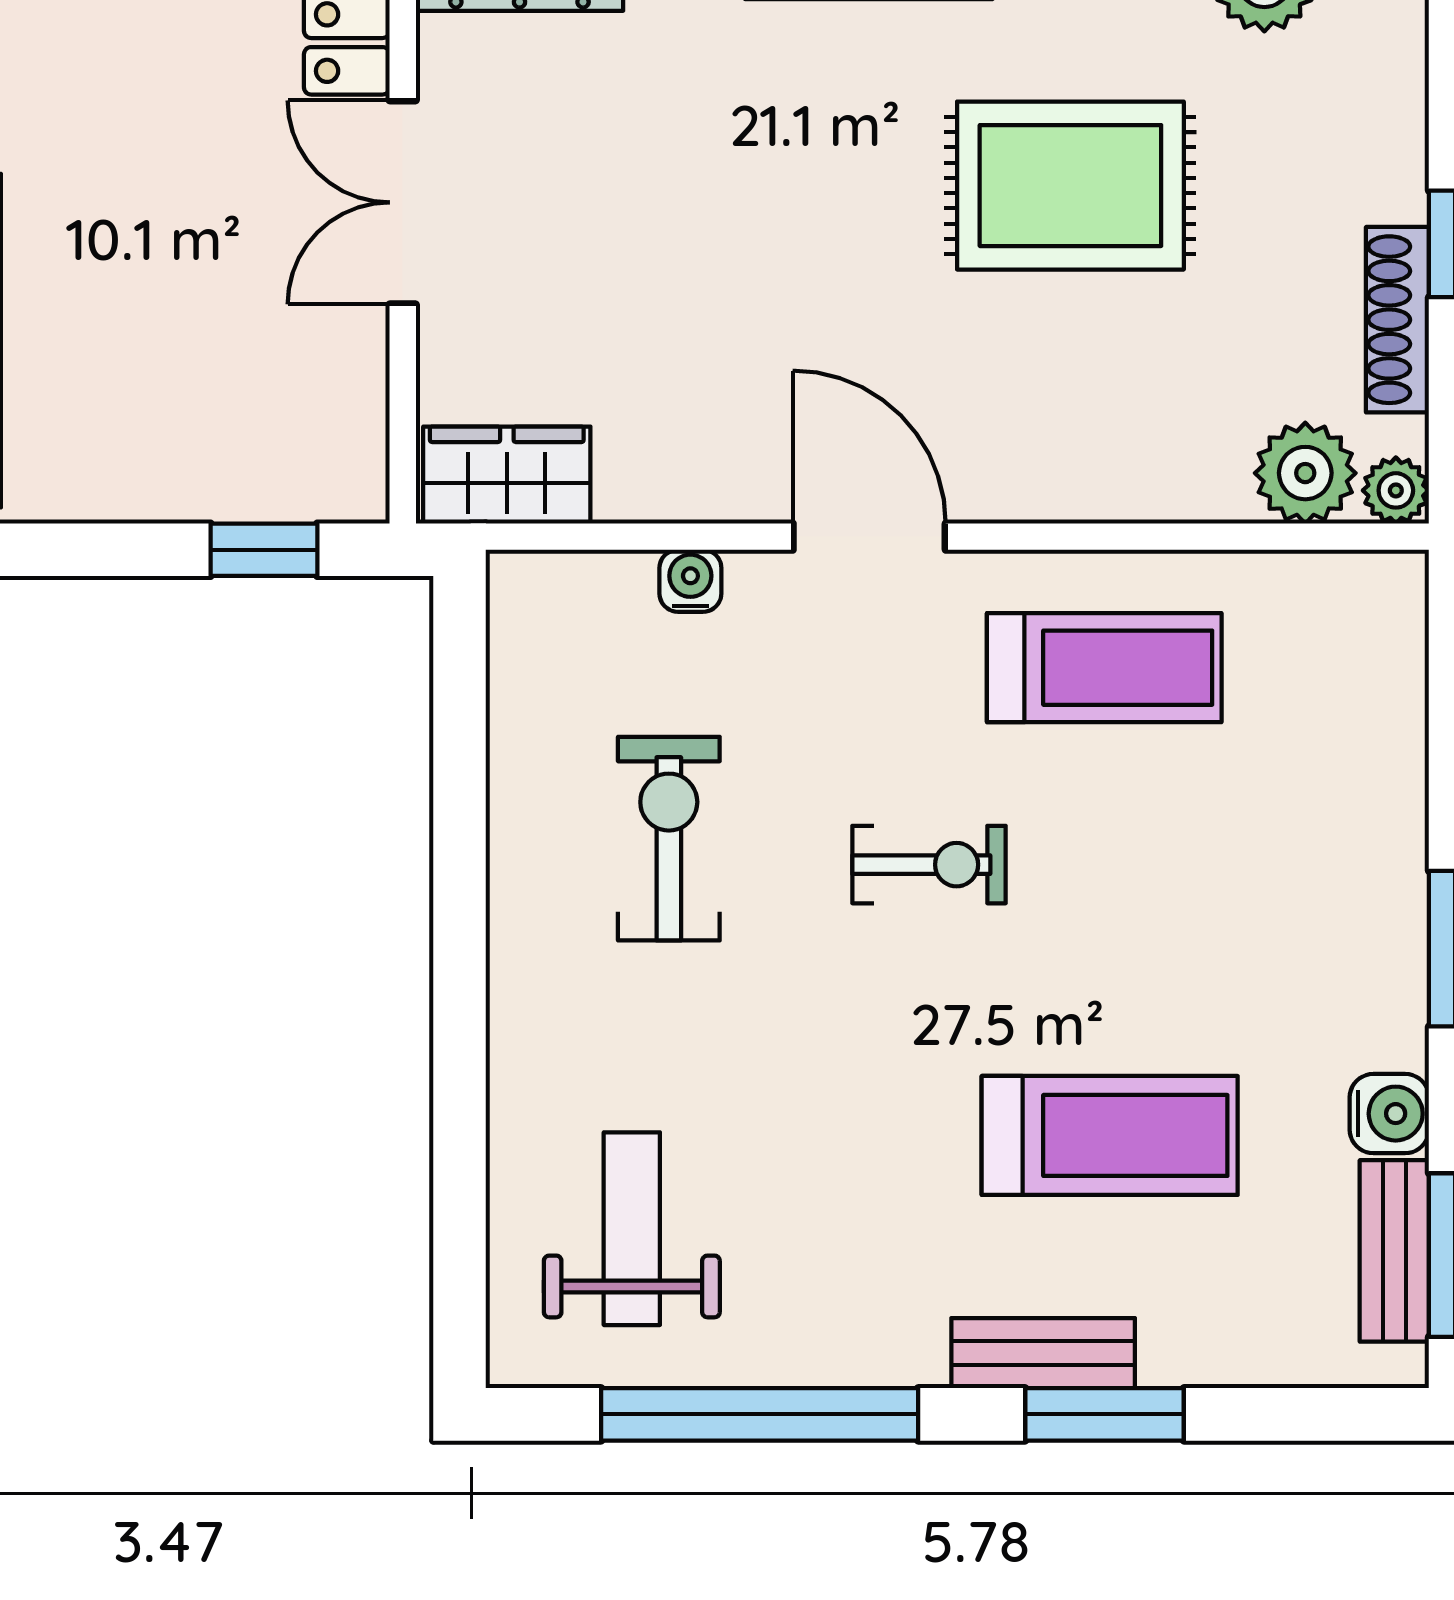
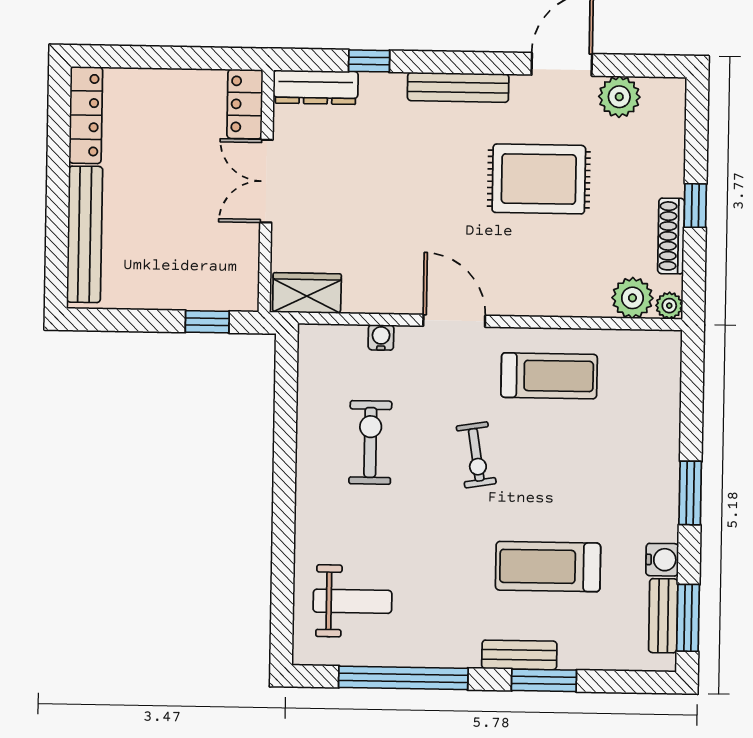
exercise bike: (929, 865) -> (476, 455), turned 81
treadmill: (1110, 1135) -> (548, 567), turned 180
weight bench: (632, 1229) -> (352, 601), turned 90

